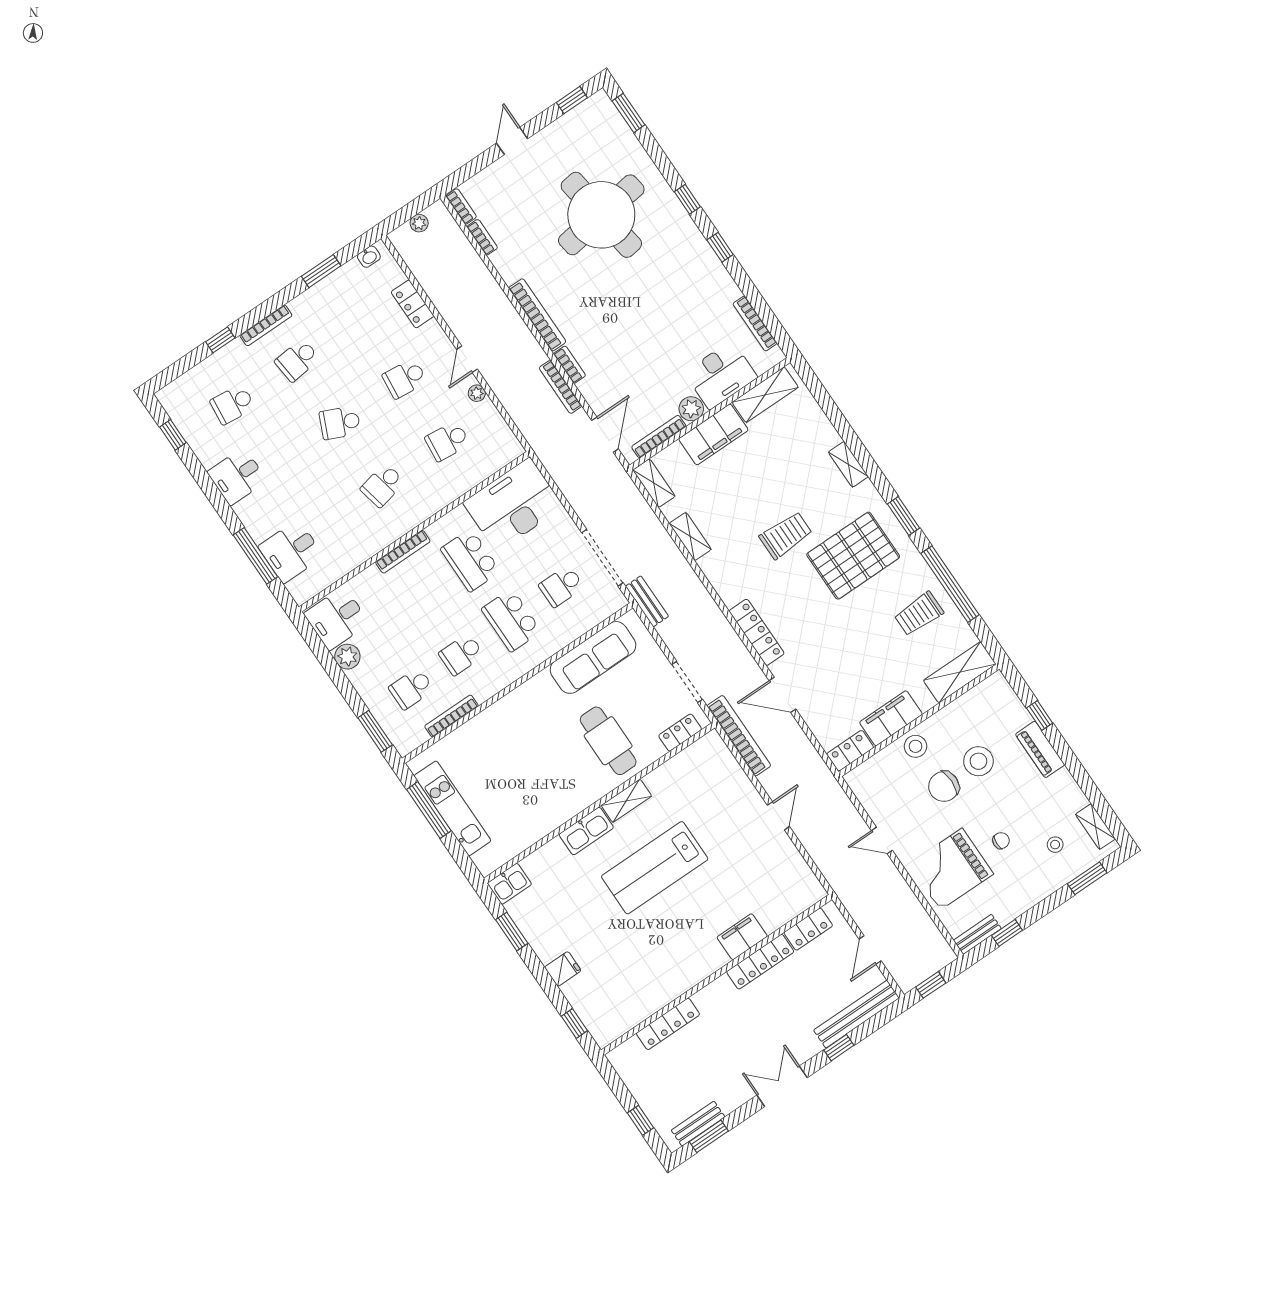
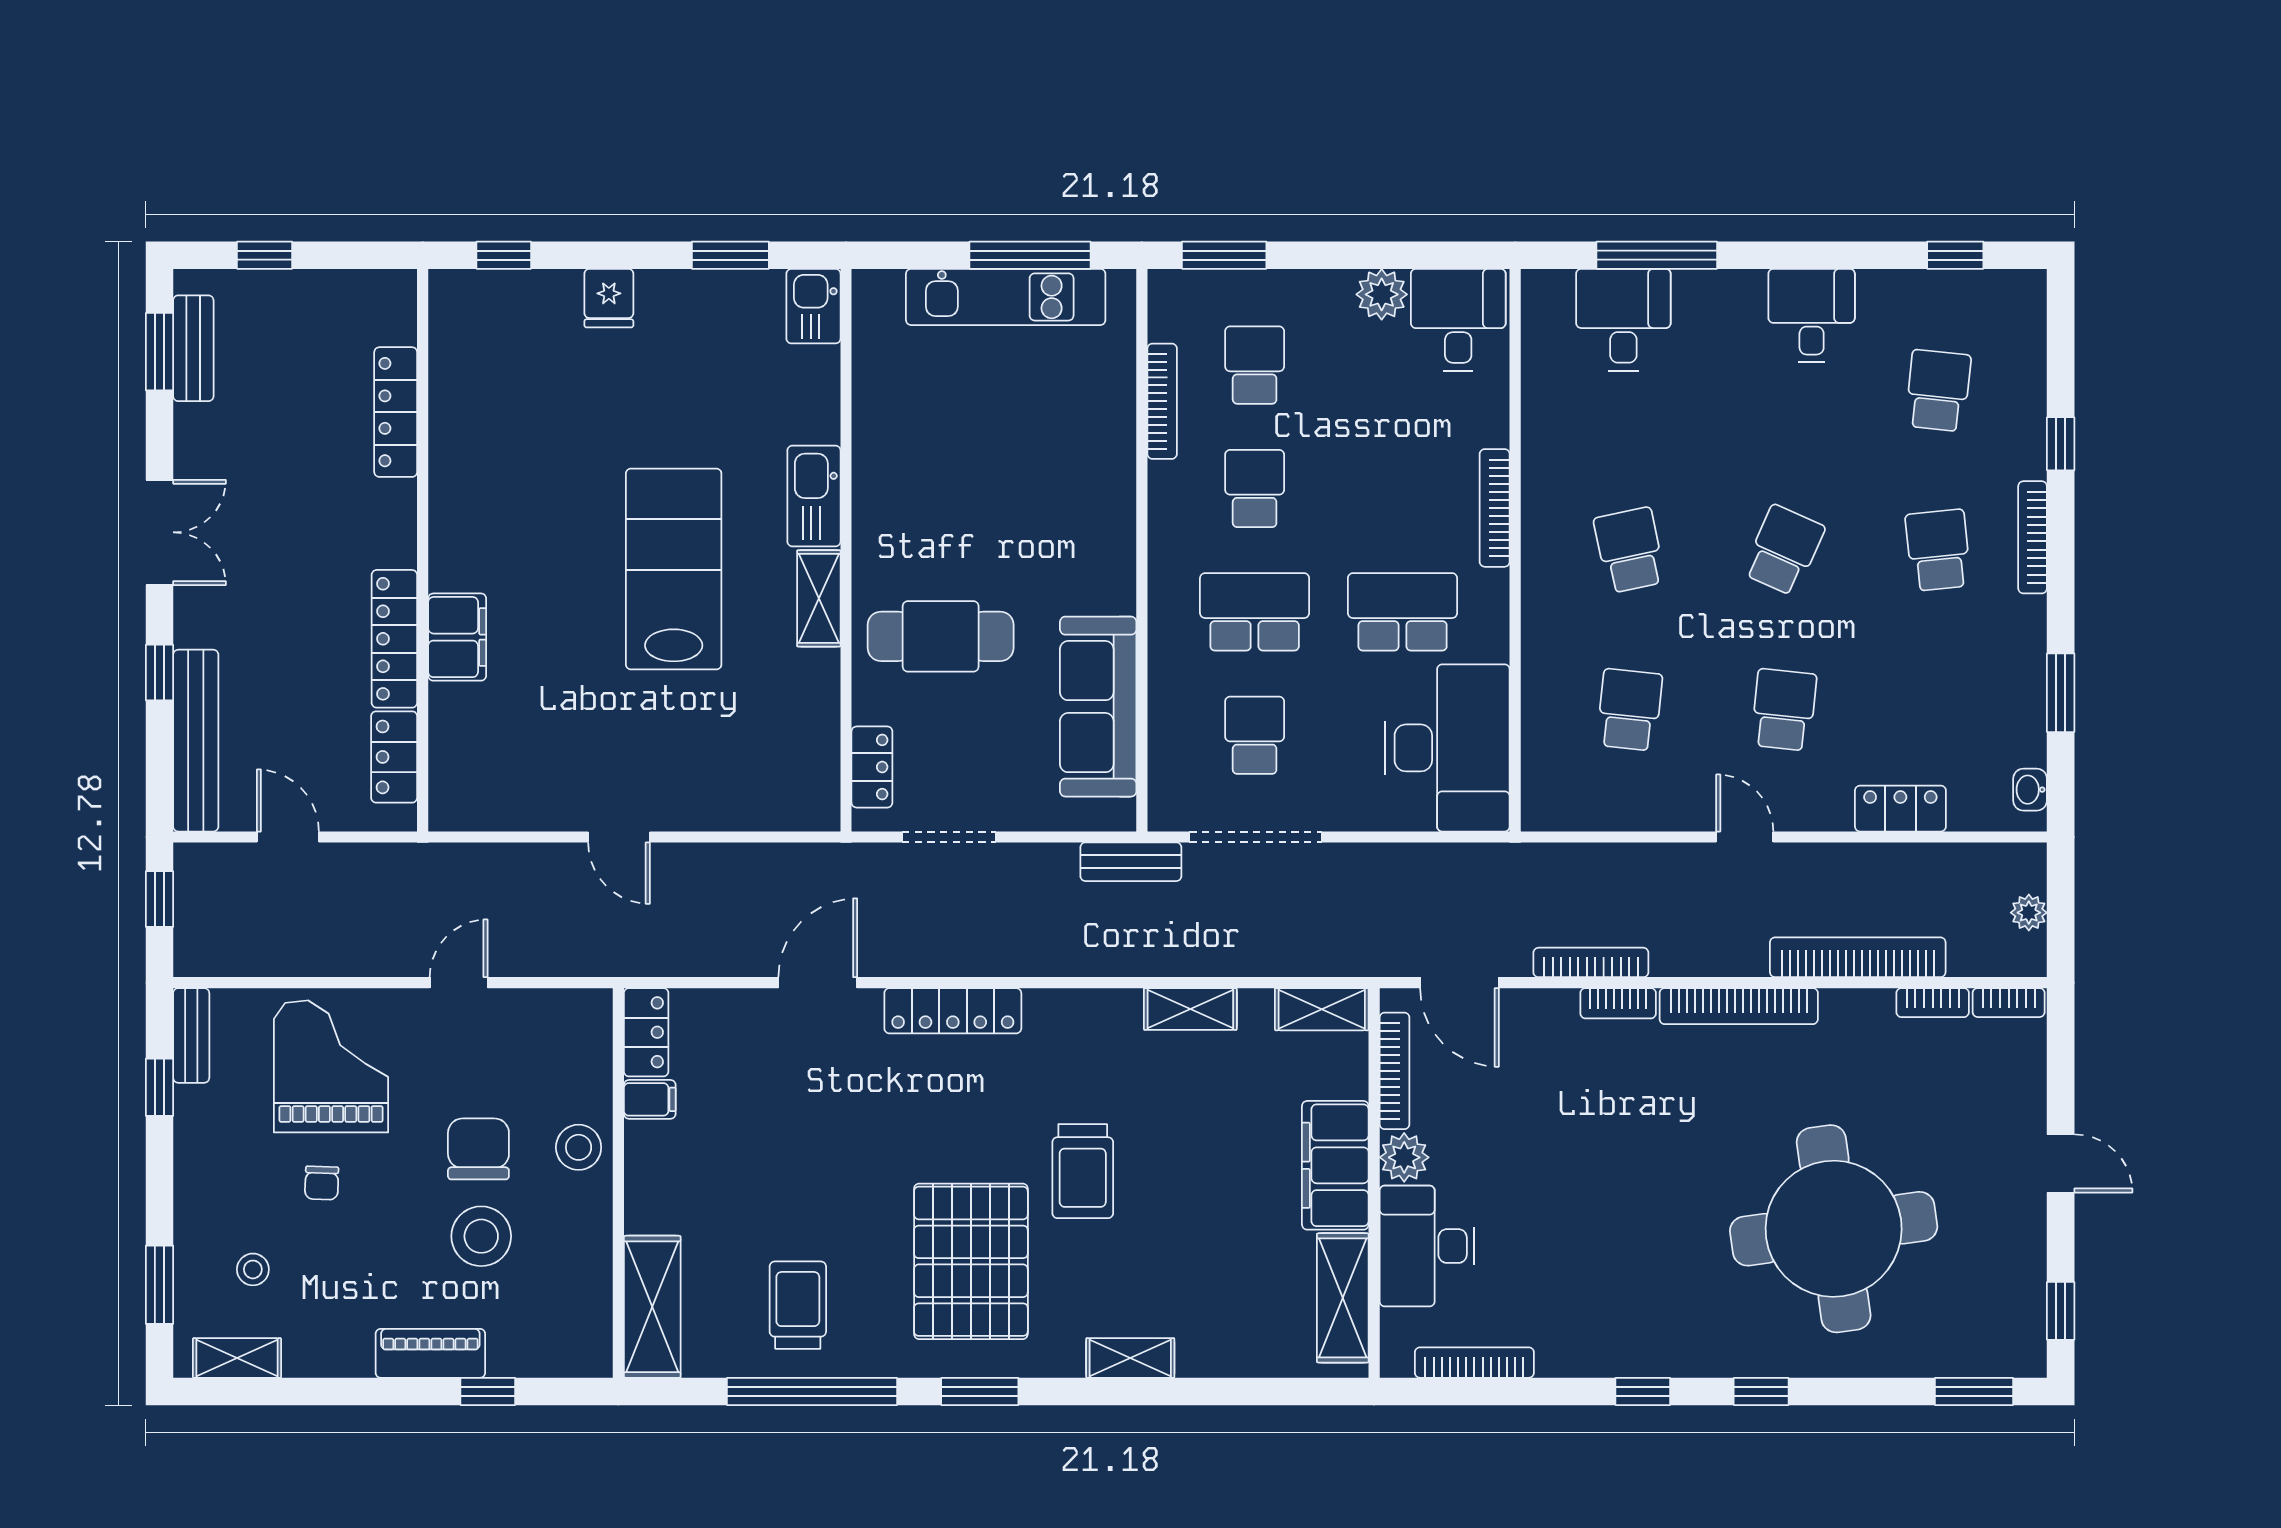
plant: (477, 393) -> (1676, 814), removed
filing cabinet: (891, 718) -> (650, 1099), width x0.33, depth x0.86
bookcase: (739, 736) -> (1858, 957), moved, turned 180

